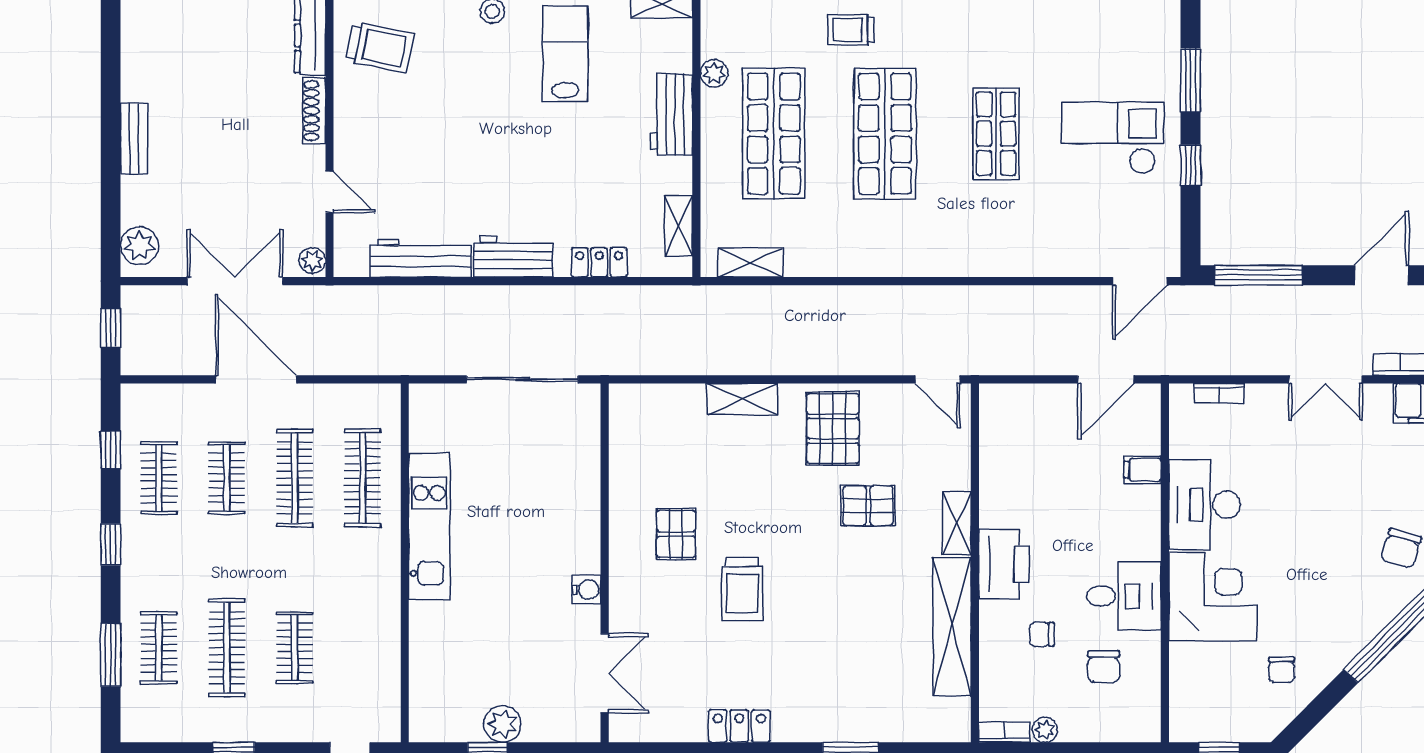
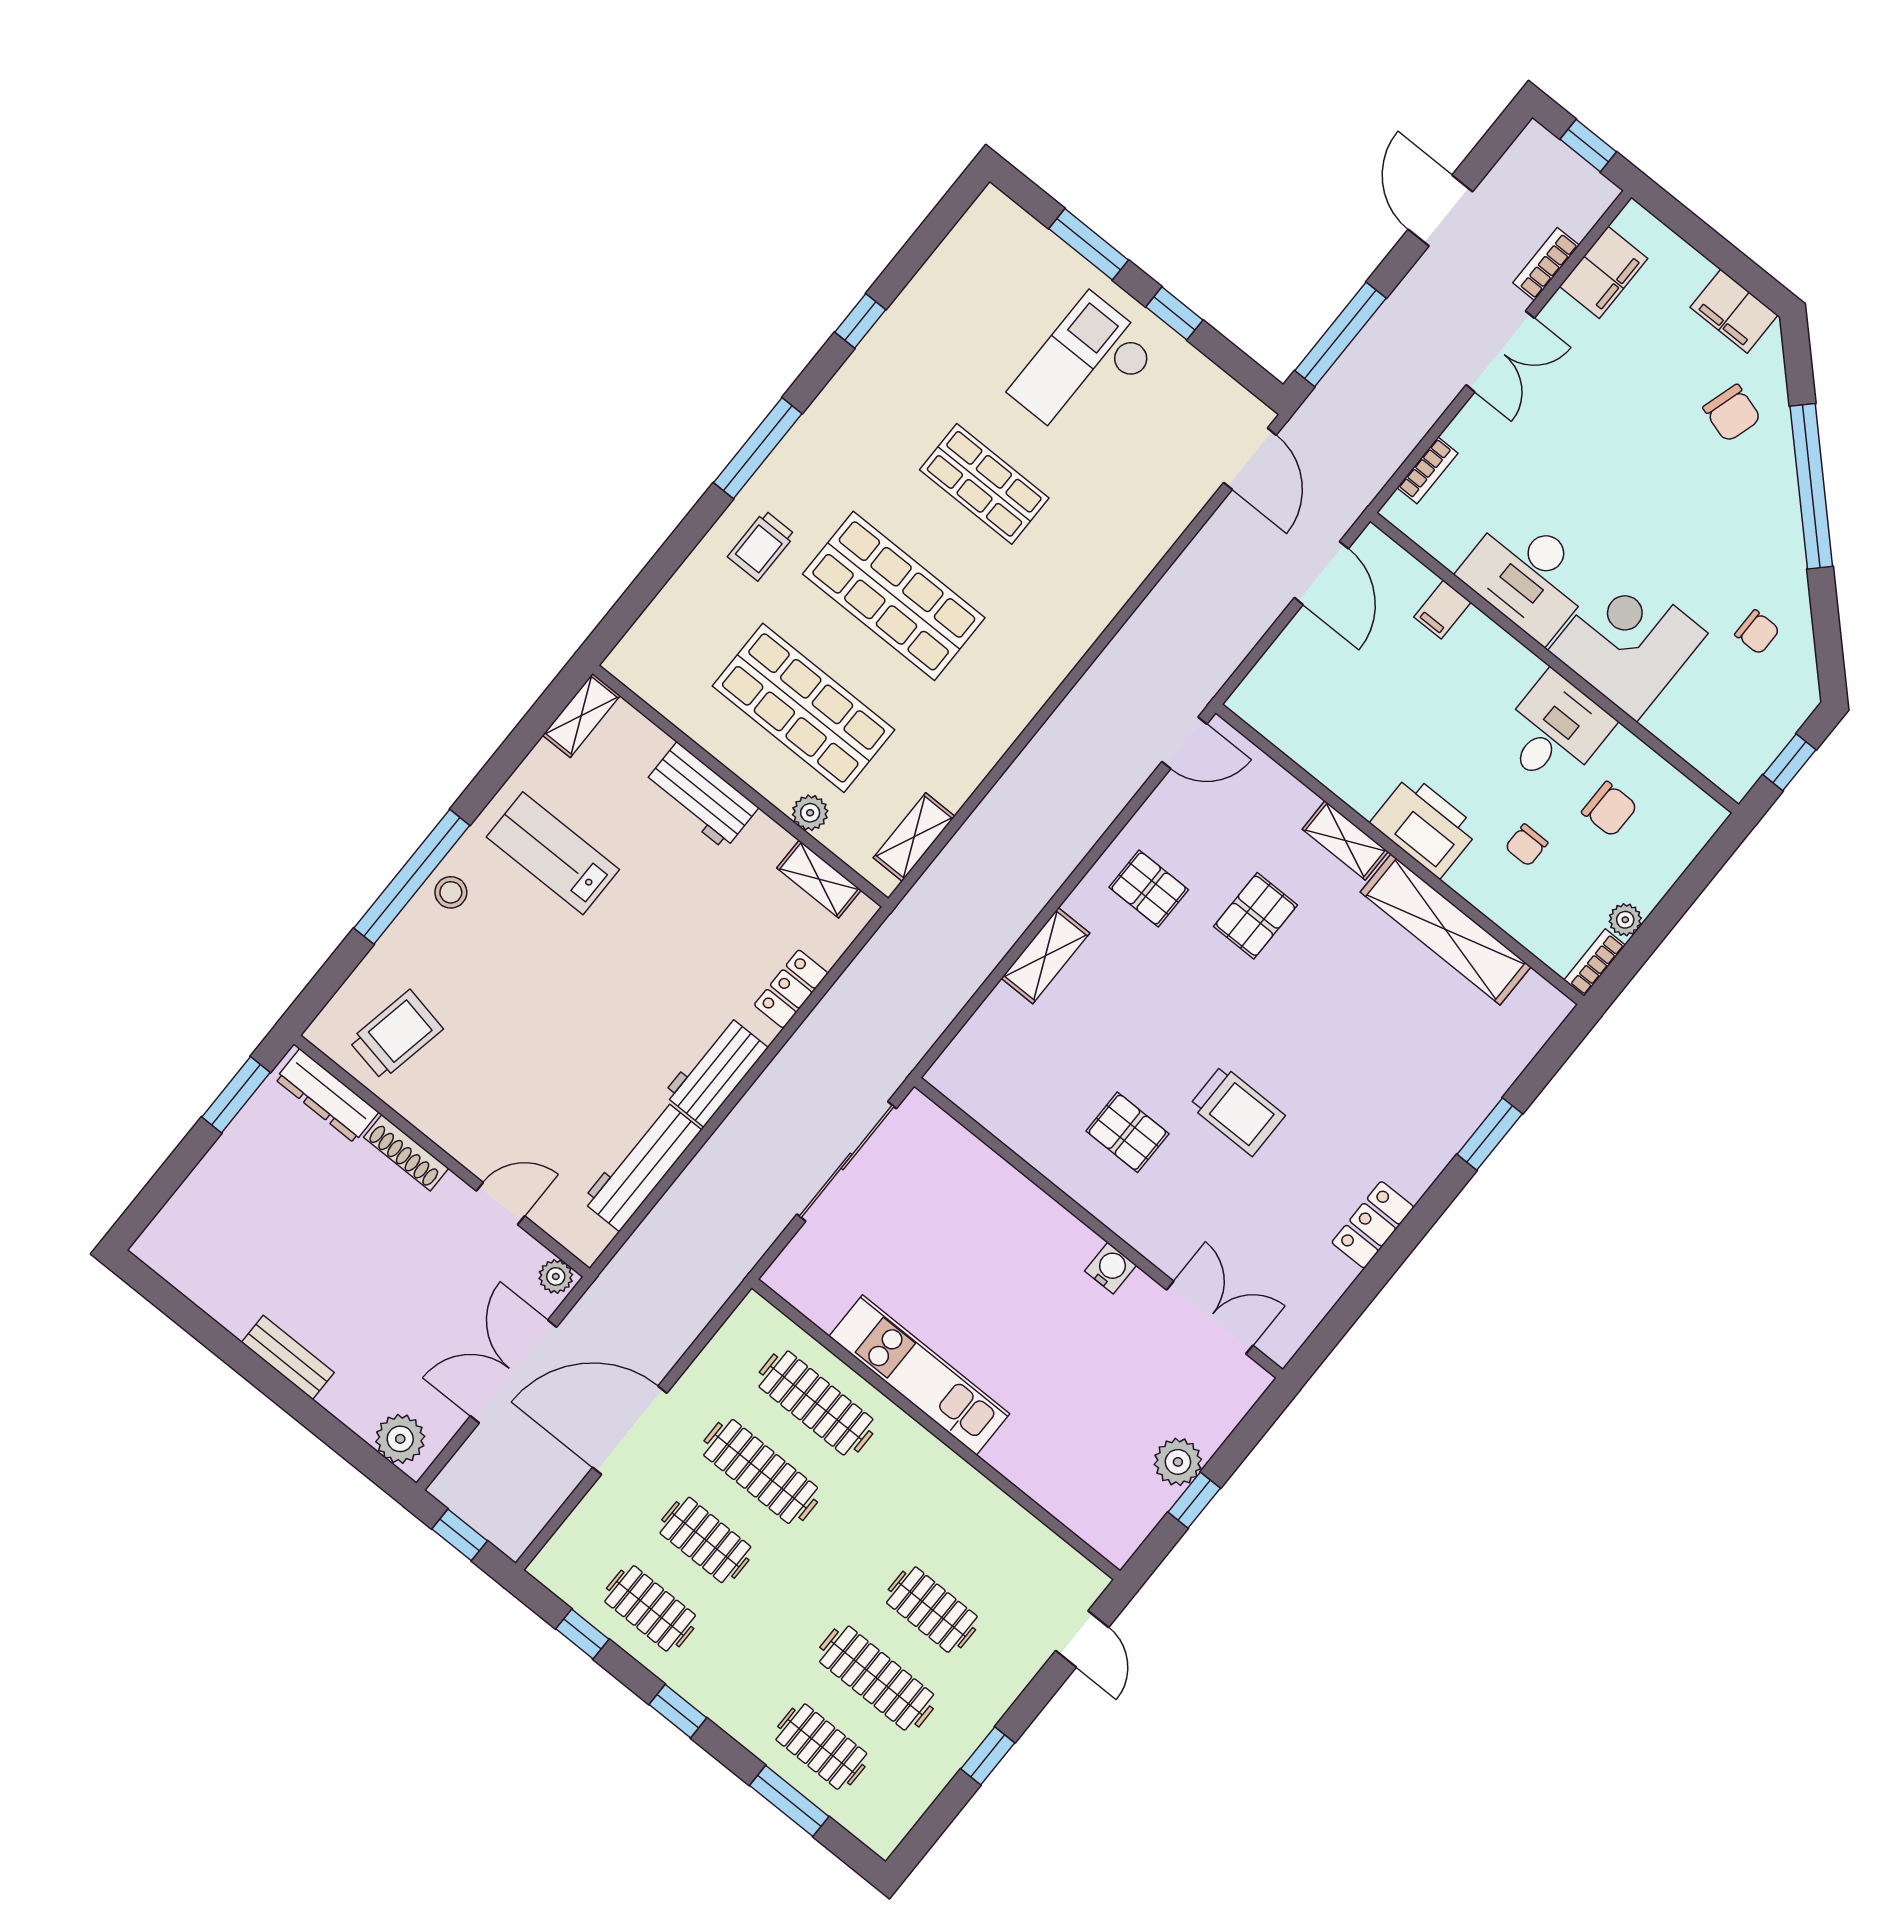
plant: (714, 73) -> (810, 813), moved
pallet: (833, 428) -> (1149, 888), width x0.67, depth x0.71

